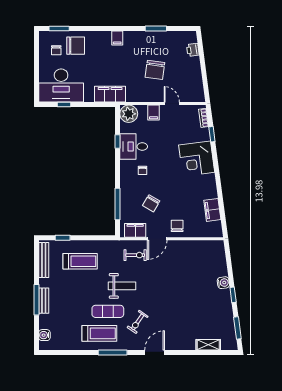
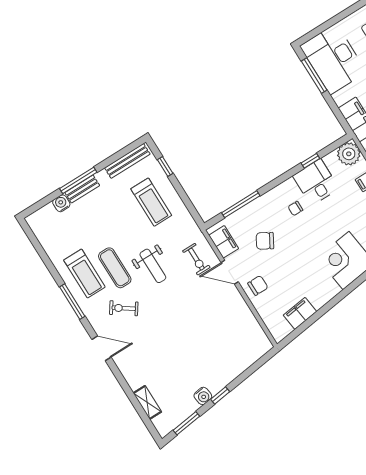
window: (64, 105) -> (314, 76), width x2.17
water cooler: (223, 283) -> (203, 396), moved
water cooler: (44, 335) -> (61, 203), moved

